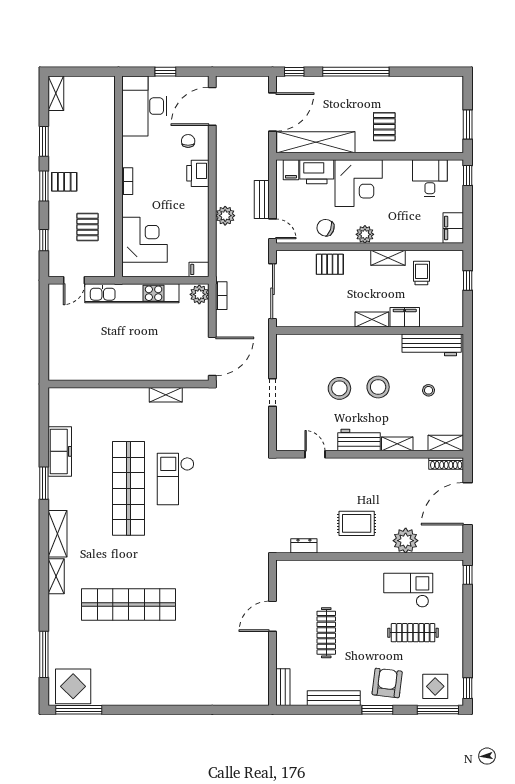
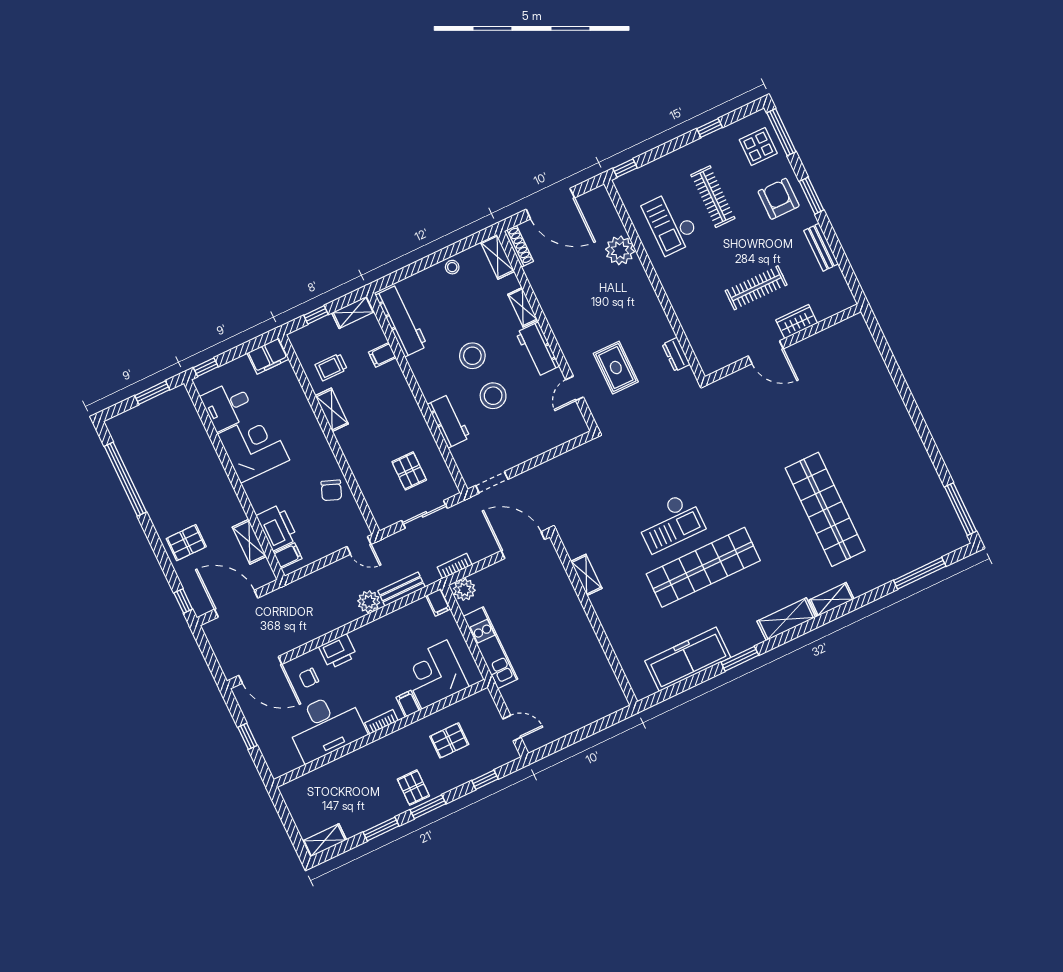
window: (356, 72) -> (125, 479), moved
desk: (144, 106) -> (326, 726), moved
pallet: (384, 127) -> (186, 543), moved
shelving: (316, 142) -> (249, 542), width x0.45, depth x0.75
corner desk: (359, 183) -> (253, 447), moved
bench: (262, 199) -> (402, 589), moved
filing cabinet: (131, 209) -> (408, 704), added
door: (273, 229) -> (359, 545), swing flipped
plant: (365, 234) -> (319, 446), removed
pallet: (330, 264) -> (409, 471), moved
sliding door: (273, 291) -> (424, 514), width x0.73
kitchen unit: (132, 293) -> (490, 648), width x0.73
filing cabinet: (405, 317) -> (382, 355), width x0.50
shelving: (372, 320) -> (353, 312), moved, turned 90
workbench: (336, 345) -> (449, 421), added
stool: (429, 390) -> (452, 267), moved
doorway: (273, 393) -> (492, 482), moved
freezer: (60, 451) -> (688, 659), width x1.36, depth x1.26
rug: (357, 523) -> (616, 368), moved
wardrobe: (285, 652) -> (797, 322), added
armchair: (387, 683) -> (779, 199), turned 83
display table: (73, 686) -> (939, 527), removed
bench: (283, 687) -> (835, 306), removed
window: (468, 688) -> (710, 128), moved
bench: (334, 698) -> (821, 247), width x0.73

